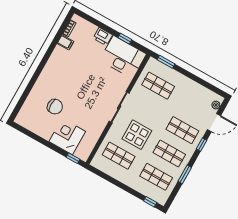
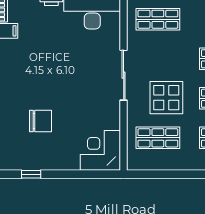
corner desk: (67, 136) -> (100, 150), moved
window: (73, 158) -> (31, 174), moved

